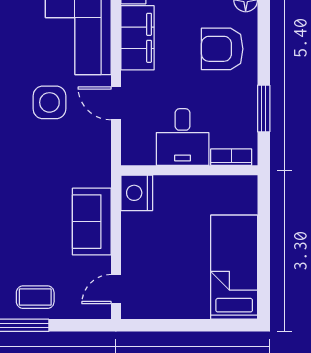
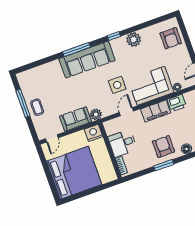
window: (264, 108) -> (164, 165), moved
plant: (98, 173) -> (96, 114), added
bed: (234, 267) -> (74, 173), width x2.04
door: (116, 289) -> (52, 138), swing flipped

